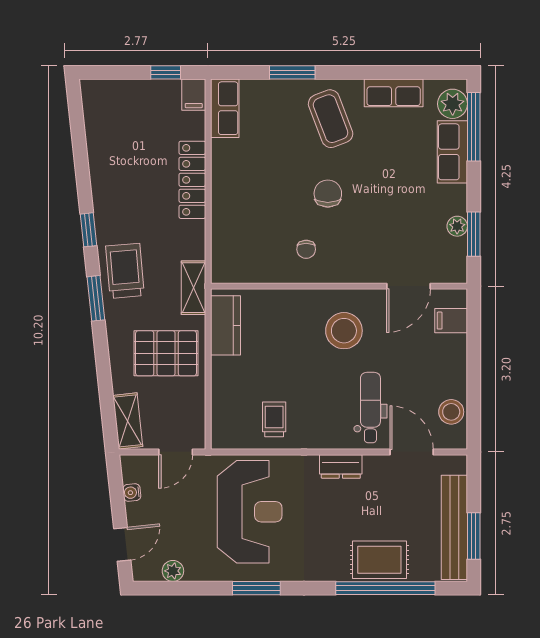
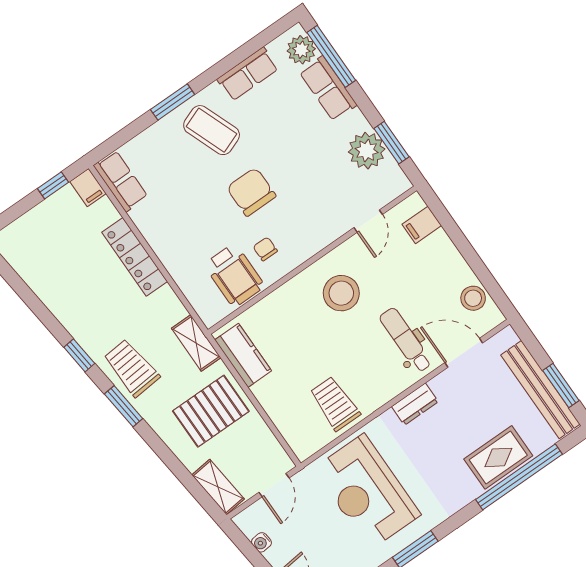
window: (292, 72) -> (173, 102), moved
chair: (328, 194) -> (251, 192), width x1.37, depth x1.37
plant: (457, 226) -> (367, 151), width x1.88, depth x1.88
chair: (306, 249) -> (265, 249), turned 180
wheelchair: (265, 253) -> (234, 275), added
door: (409, 286) -> (368, 221), width x0.73
trolley: (274, 419) -> (335, 404), width x1.36, depth x1.39
reception desk: (250, 512) -> (367, 492), turned 180

